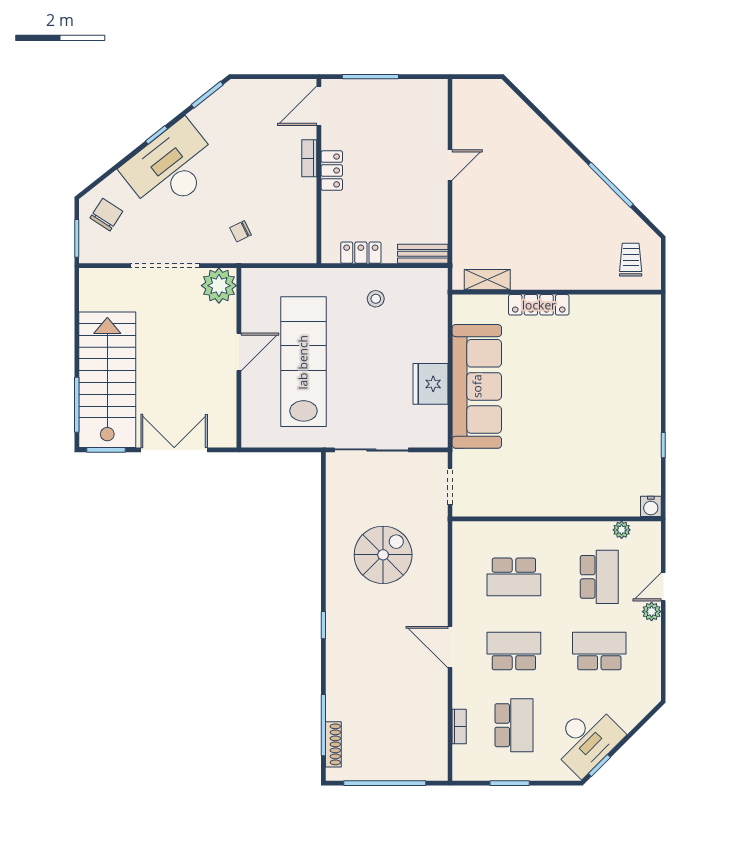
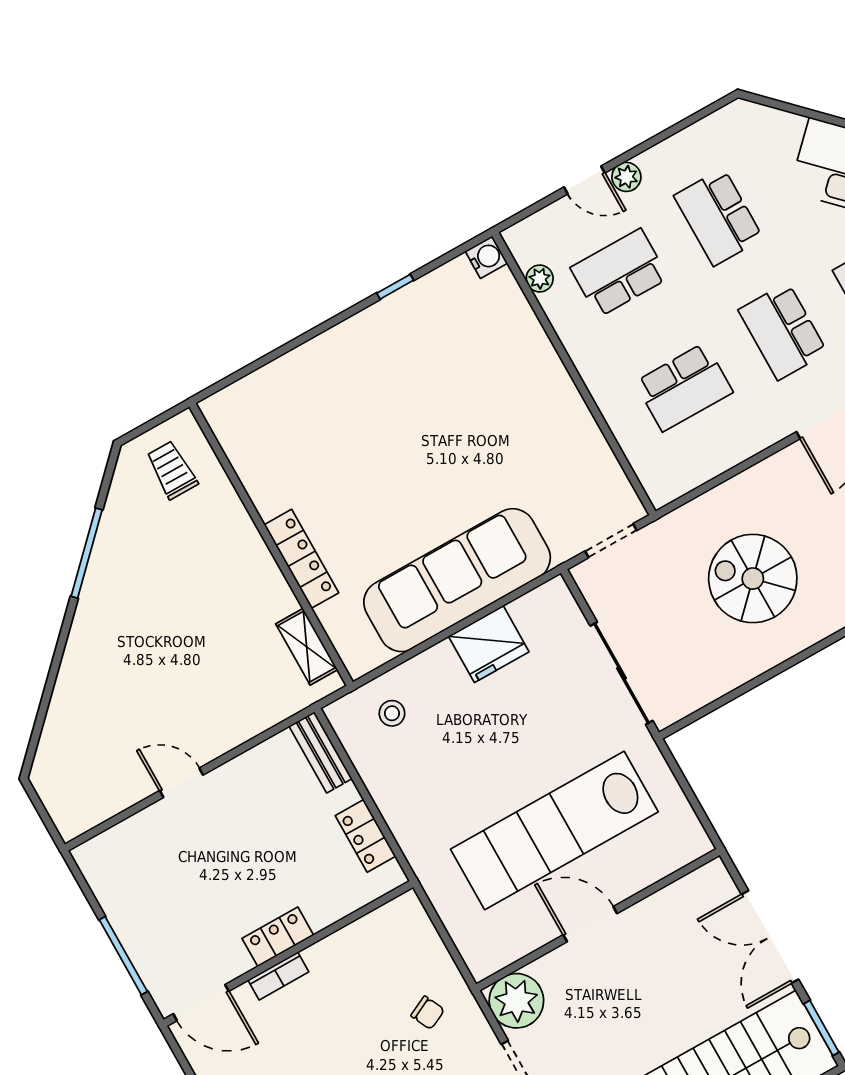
trolley: (631, 260) -> (172, 470), turned 90
stool: (376, 299) -> (392, 713), moved
school desk: (514, 577) -> (684, 387), turned 90

